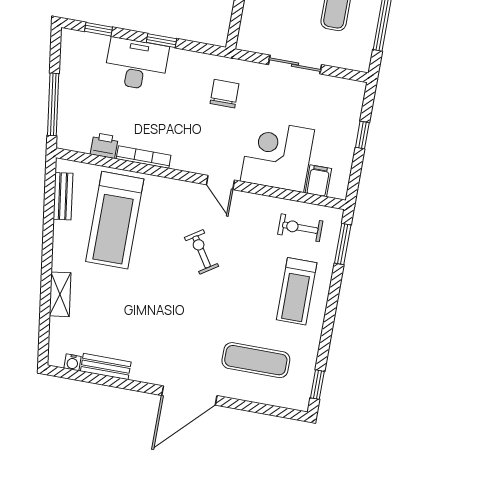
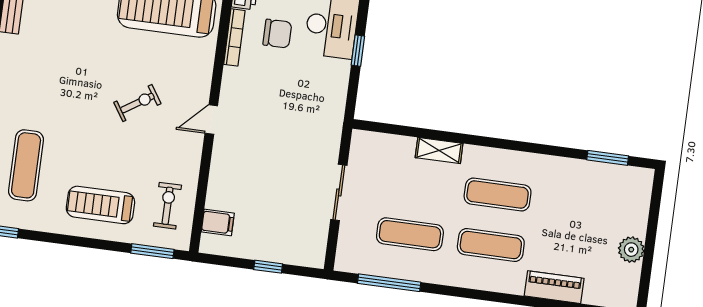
chair: (224, 94) -> (277, 34), moved
corner desk: (277, 155) -> (242, 178), removed

